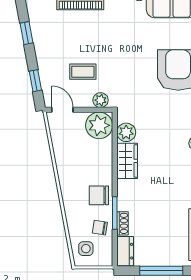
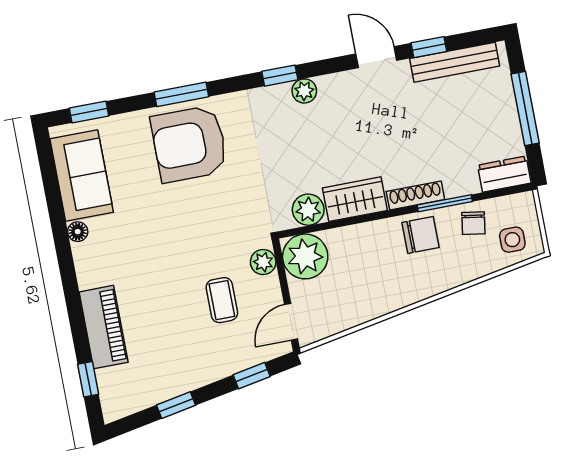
chair: (99, 195) -> (421, 235), turned -90
shoe rack: (122, 223) -> (415, 196), moved, width x1.43

